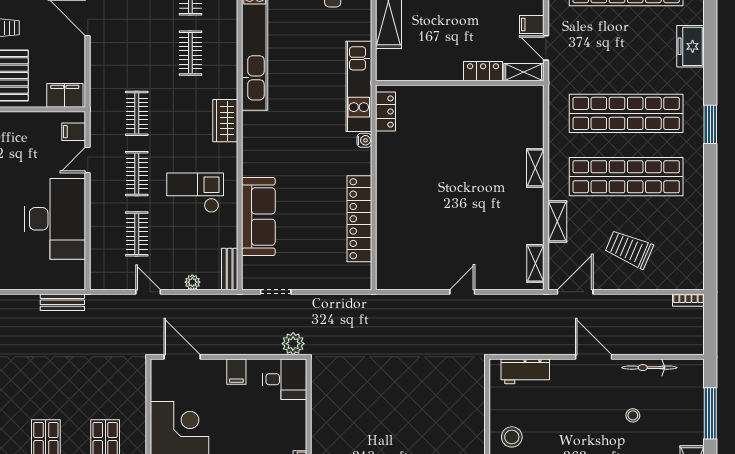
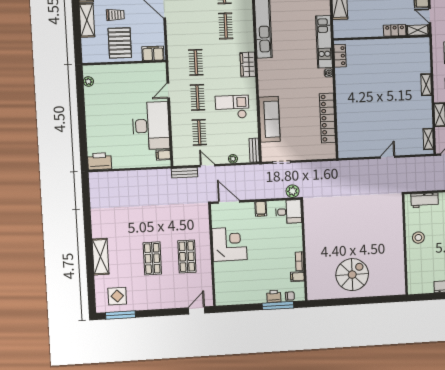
filing cabinet: (74, 132) -> (163, 155), moved
bench: (62, 302) -> (185, 173), moved

